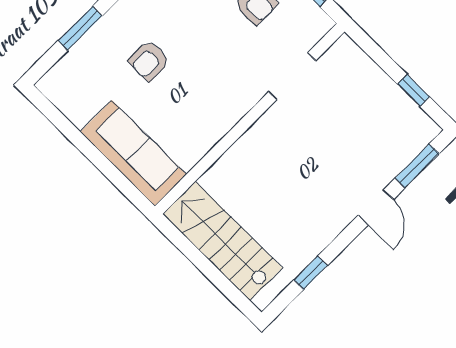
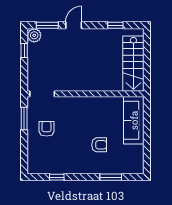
doorway: (292, 76) -> (42, 94), moved
plant: (422, 130) -> (34, 35), added

